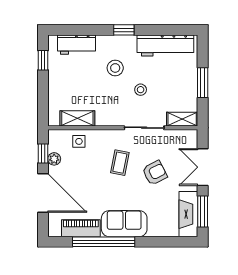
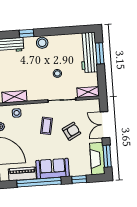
window: (124, 30) -> (26, 33), moved
workbench: (165, 45) -> (89, 52), moved, turned 90
stool: (115, 68) -> (42, 43), moved
window: (203, 83) -> (100, 53), moved
window: (161, 242) -> (79, 179), added

